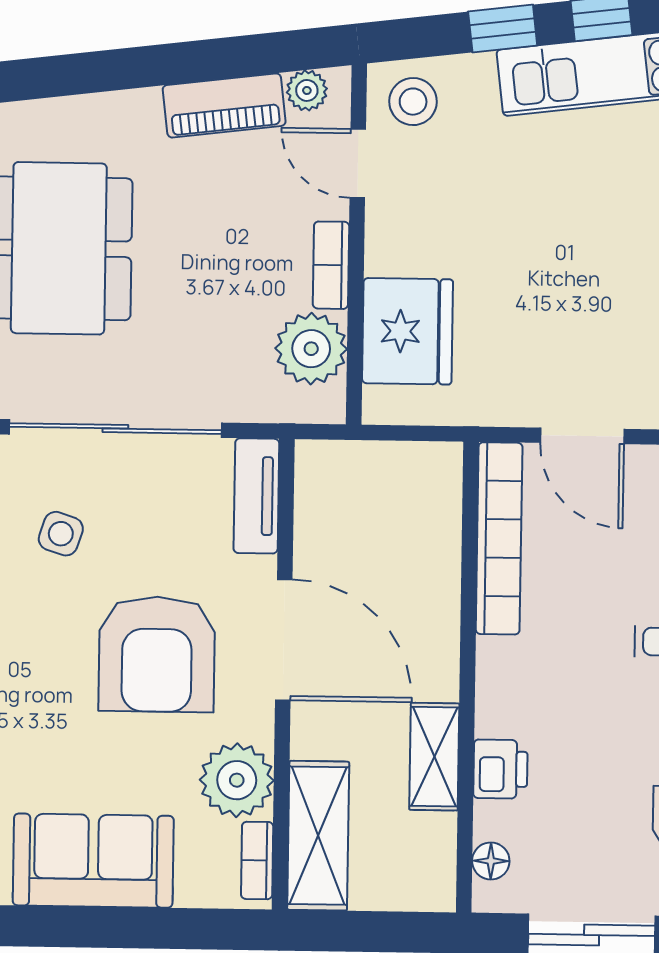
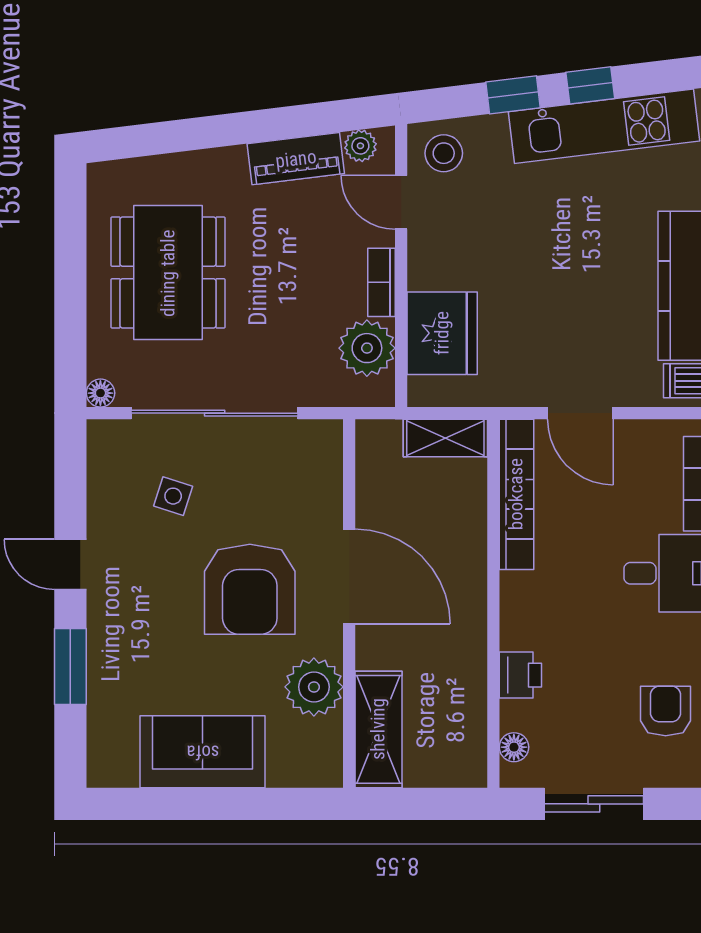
tv unit: (256, 496) -> (326, 464), removed
shelving: (434, 757) -> (445, 438), moved, turned 90
bookcase: (257, 860) -> (331, 750), removed

